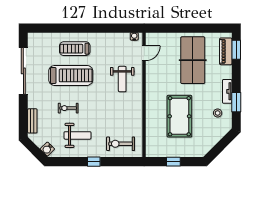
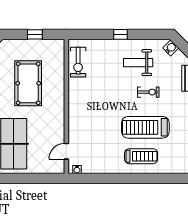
weight bench: (122, 79) -> (90, 123), removed
exercise bike: (121, 144) -> (78, 62), moved, turned 90

